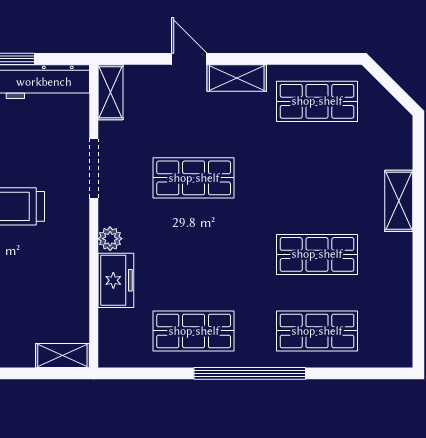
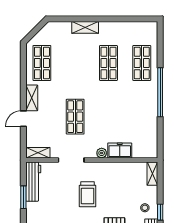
shop shelf: (194, 331) -> (142, 117), removed

